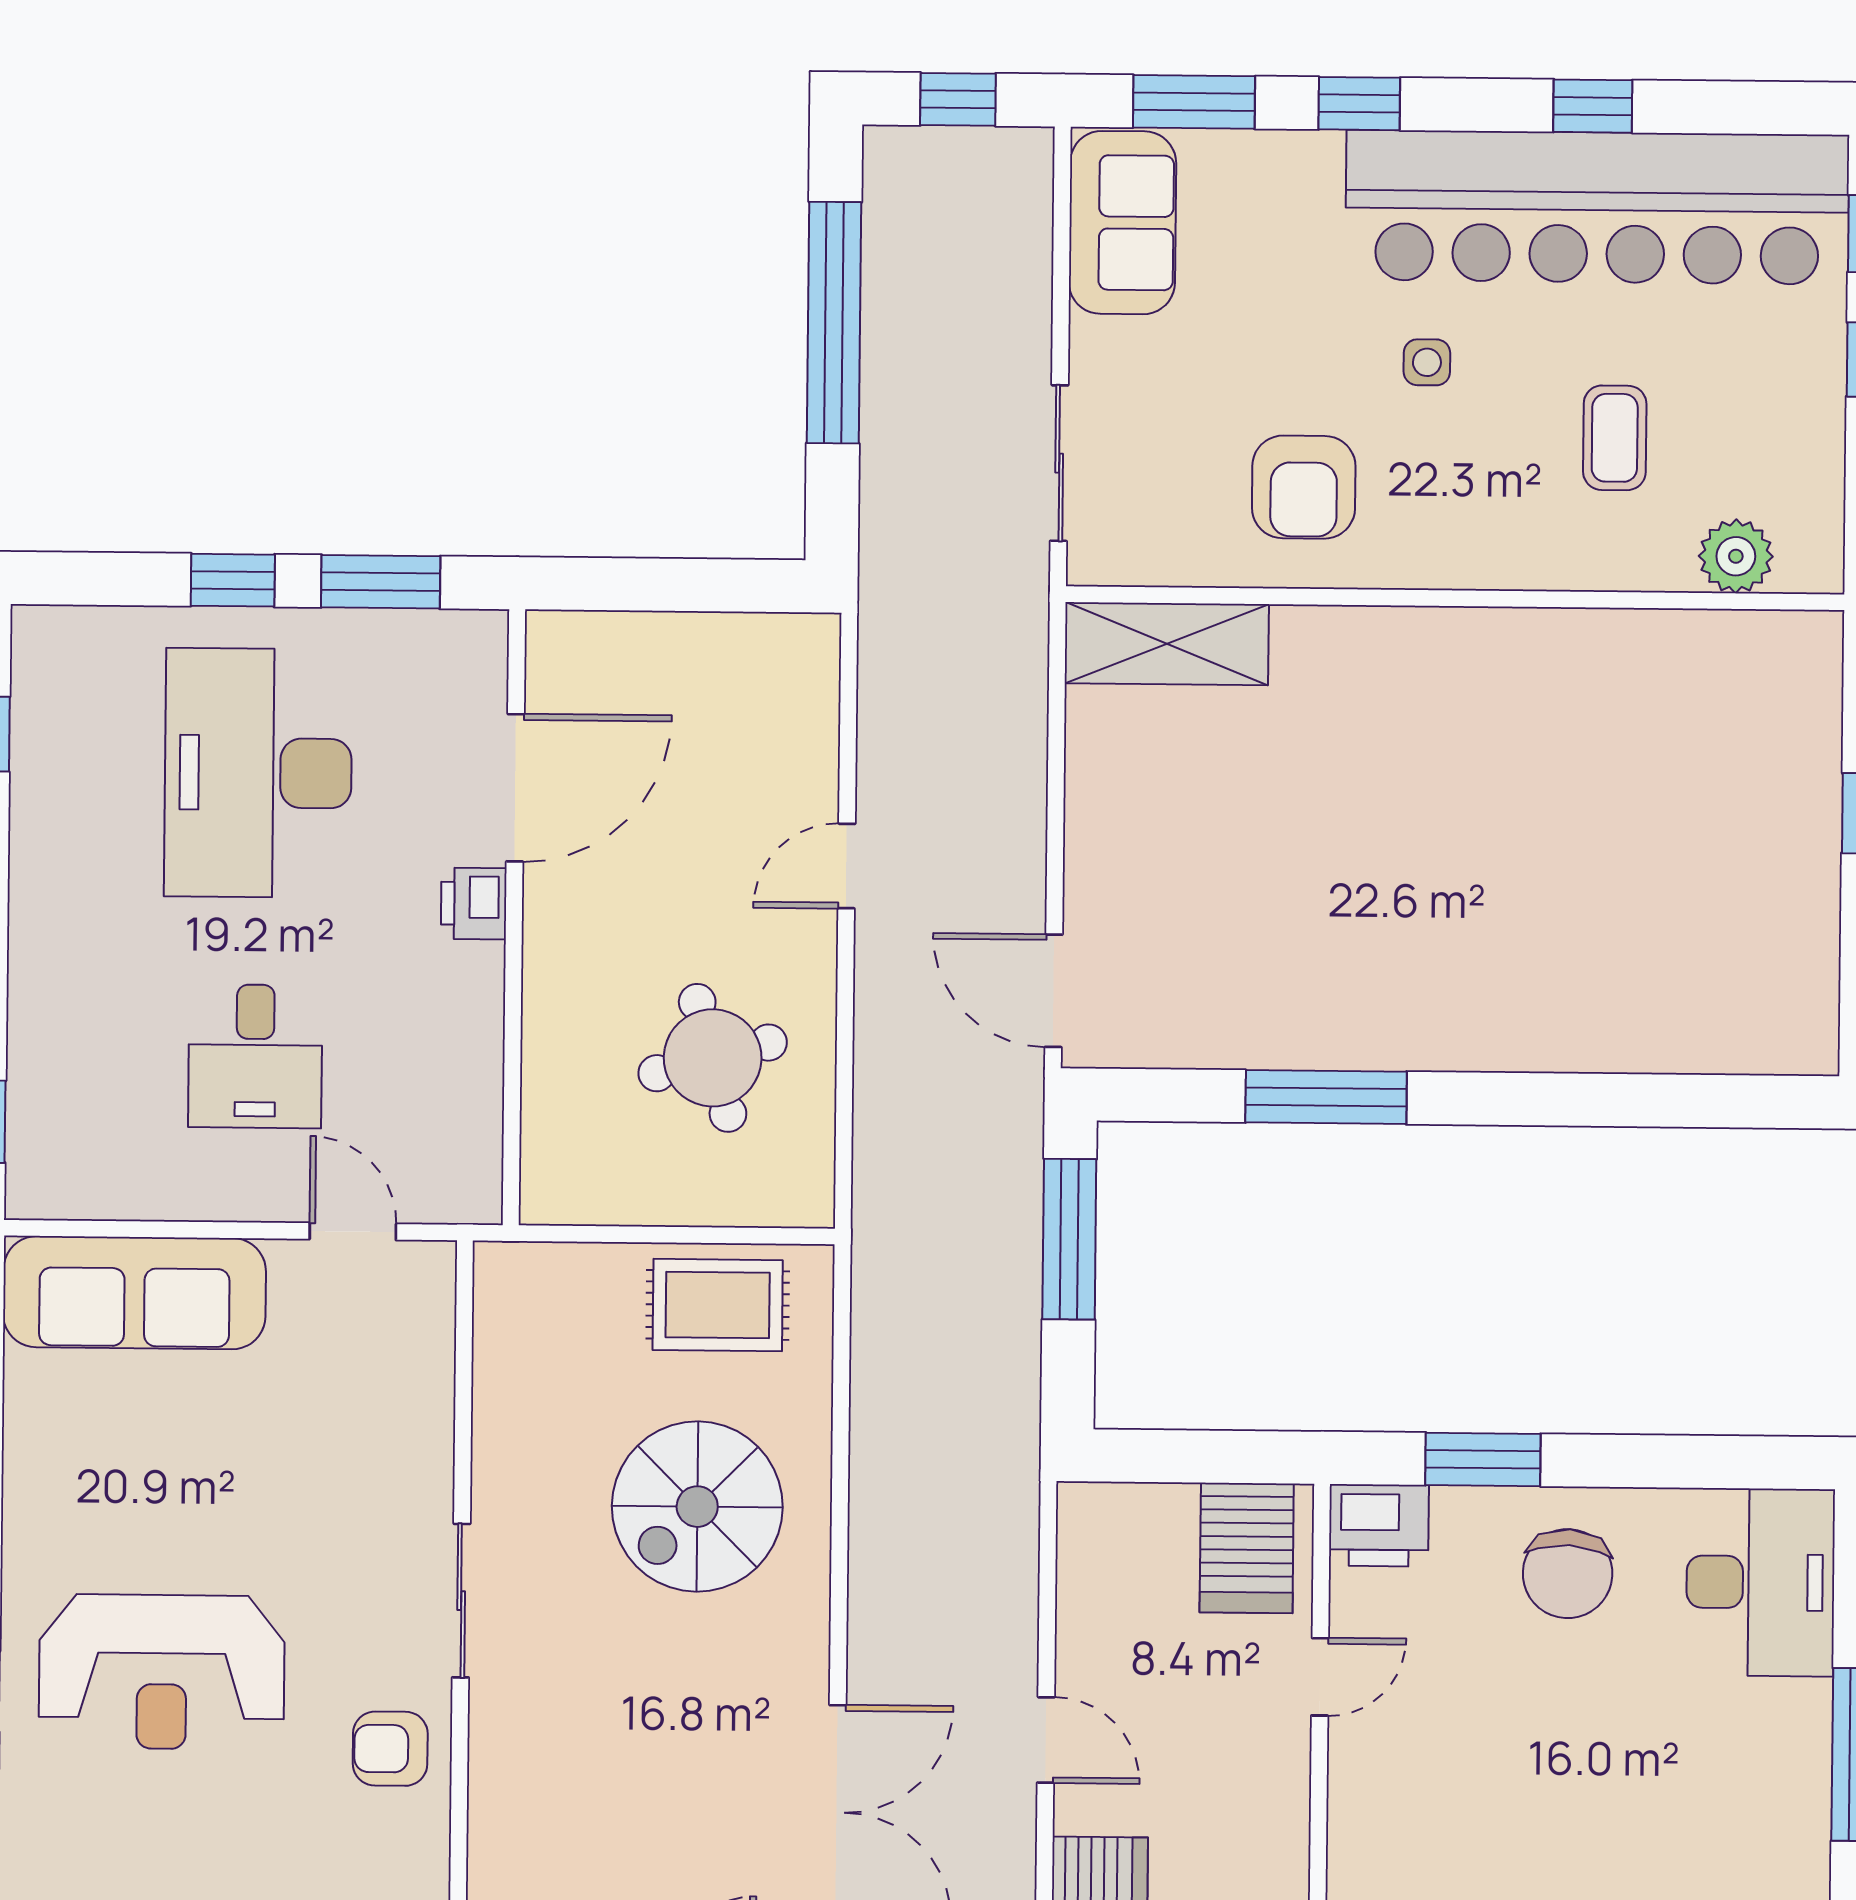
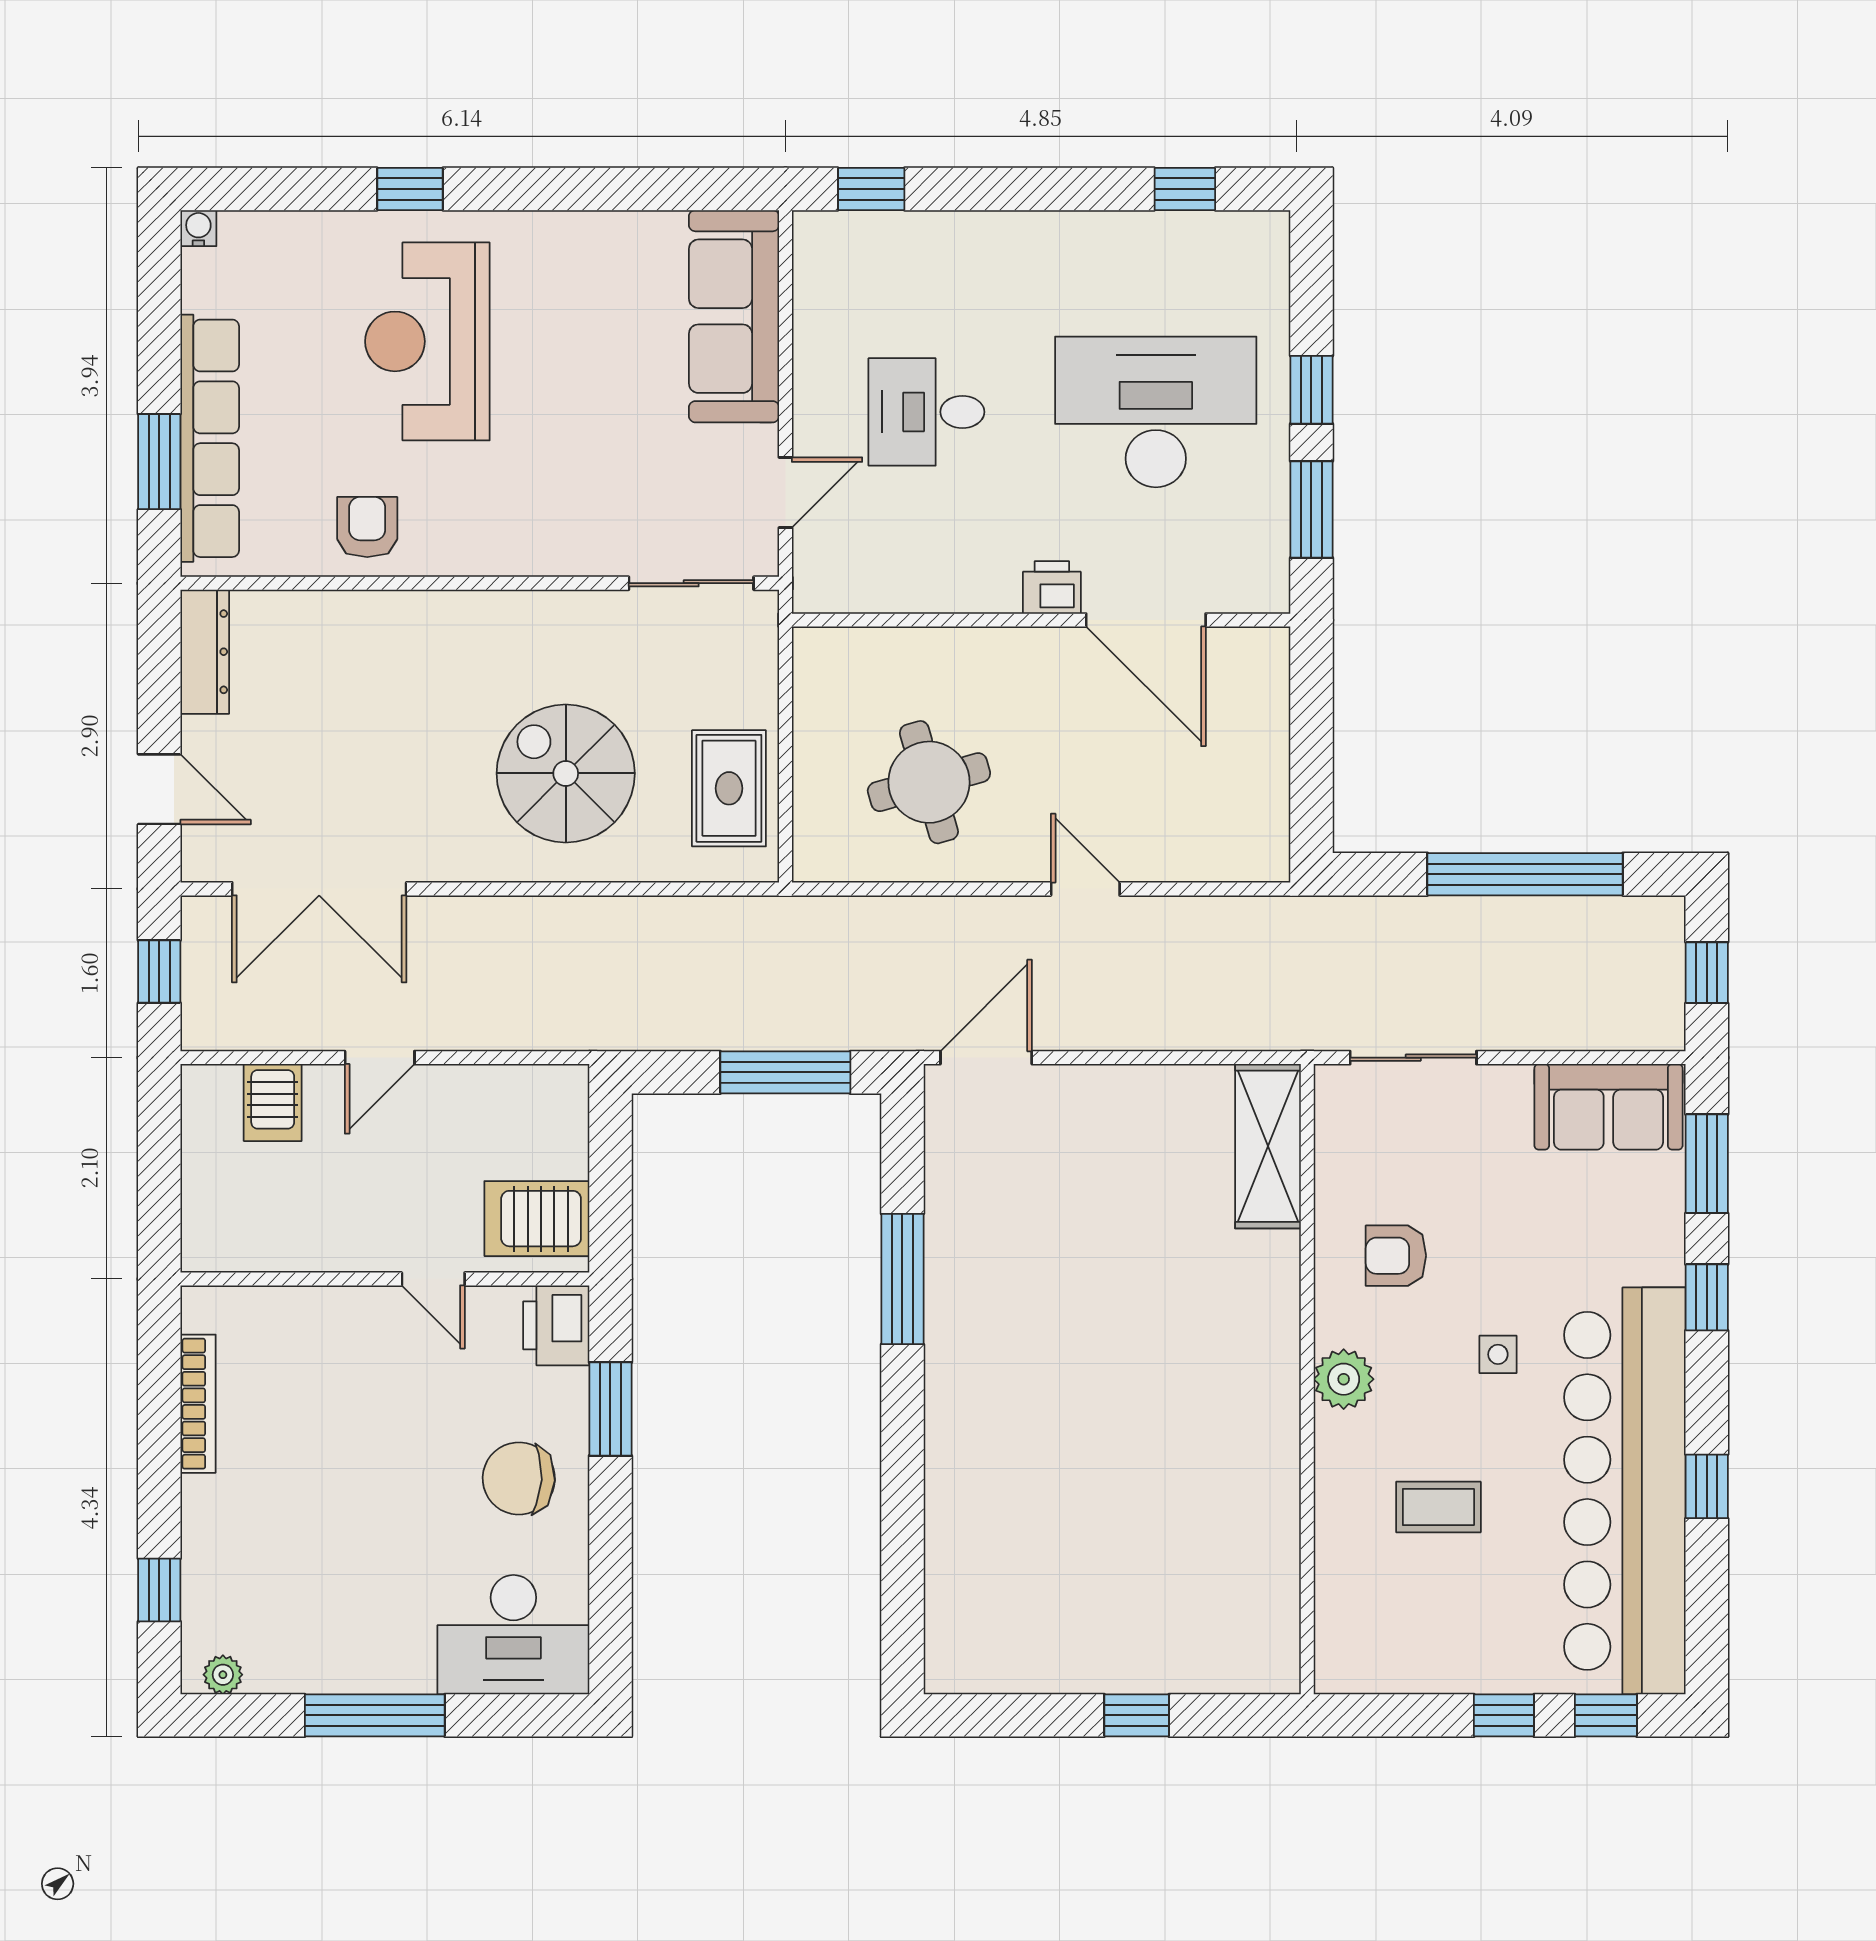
armchair: (1304, 487) -> (1396, 1256), width x0.72, depth x0.72
plant: (1736, 556) -> (1344, 1379), moved
sliding door: (461, 1601) -> (691, 583), moved

